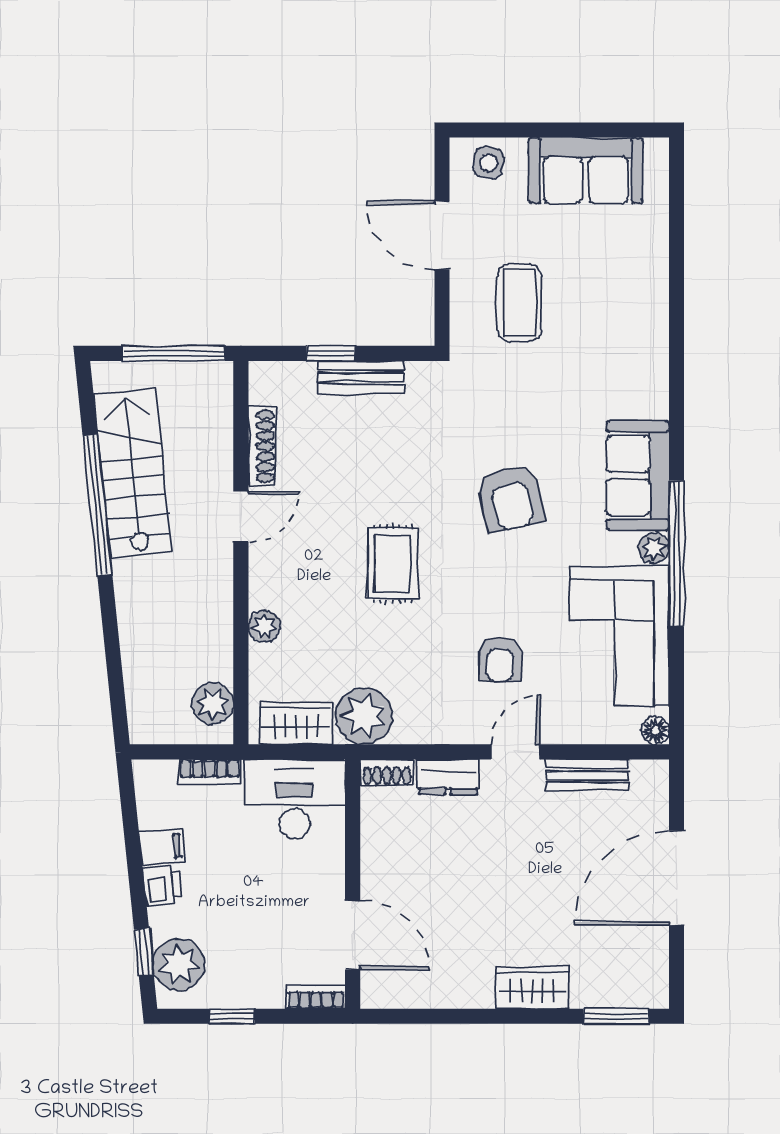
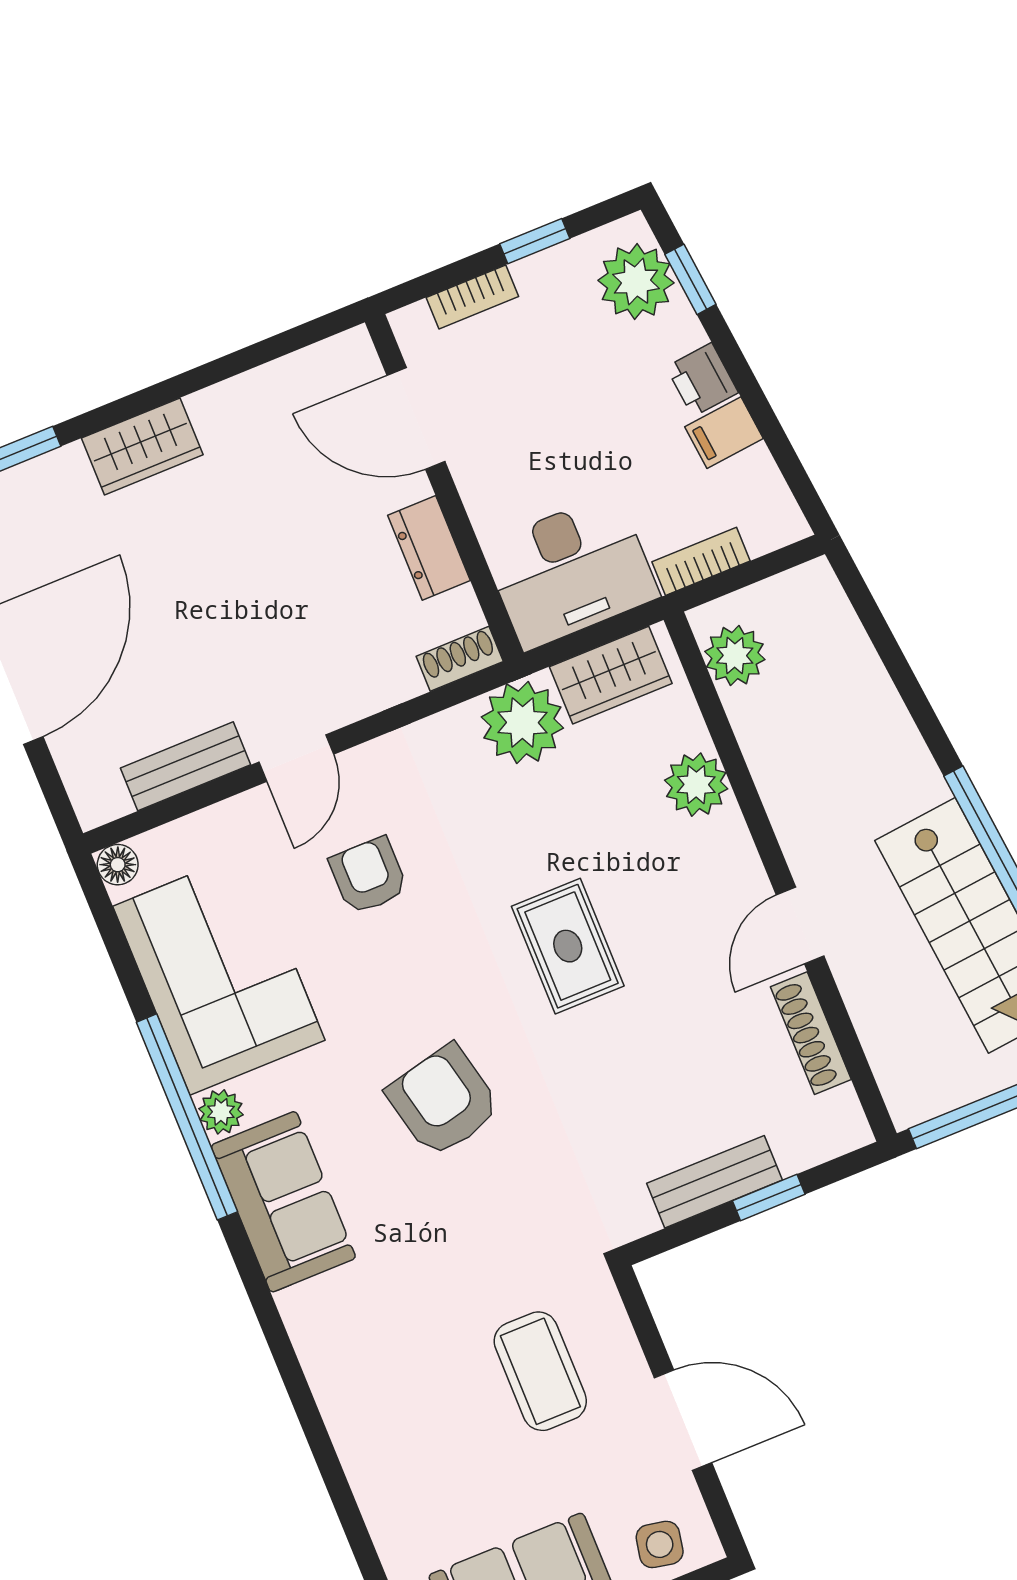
plant: (264, 626) -> (696, 785), width x1.38, depth x1.38
dresser: (448, 777) -> (429, 548), moved, turned -90
bookcase: (316, 997) -> (472, 297), moved

